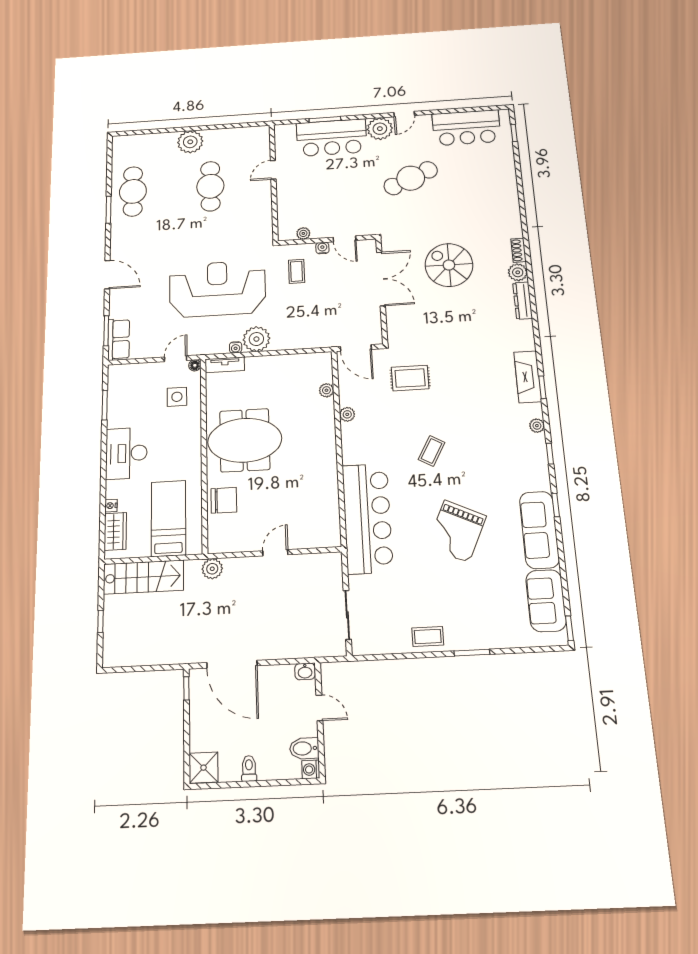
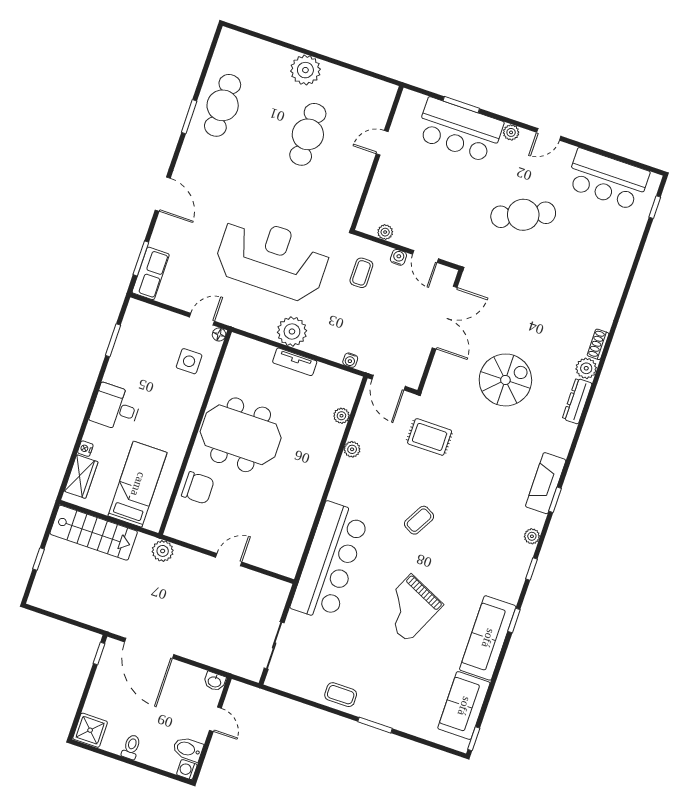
plant: (380, 129) -> (511, 132), width x0.53, depth x0.53
spiral stairs: (449, 265) -> (505, 380), moved, turned 90
water cooler: (236, 347) -> (350, 360), moved
tv unit: (225, 365) -> (295, 362), moved
desk: (126, 453) -> (116, 408), width x0.73

